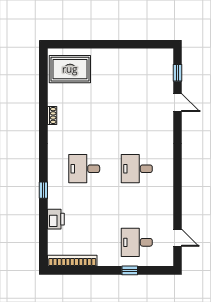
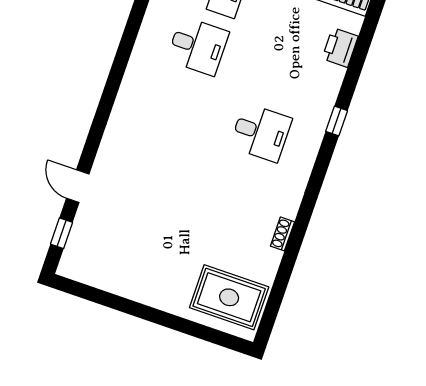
desk: (137, 169) -> (198, 46), moved
printer: (56, 219) -> (340, 47), moved

